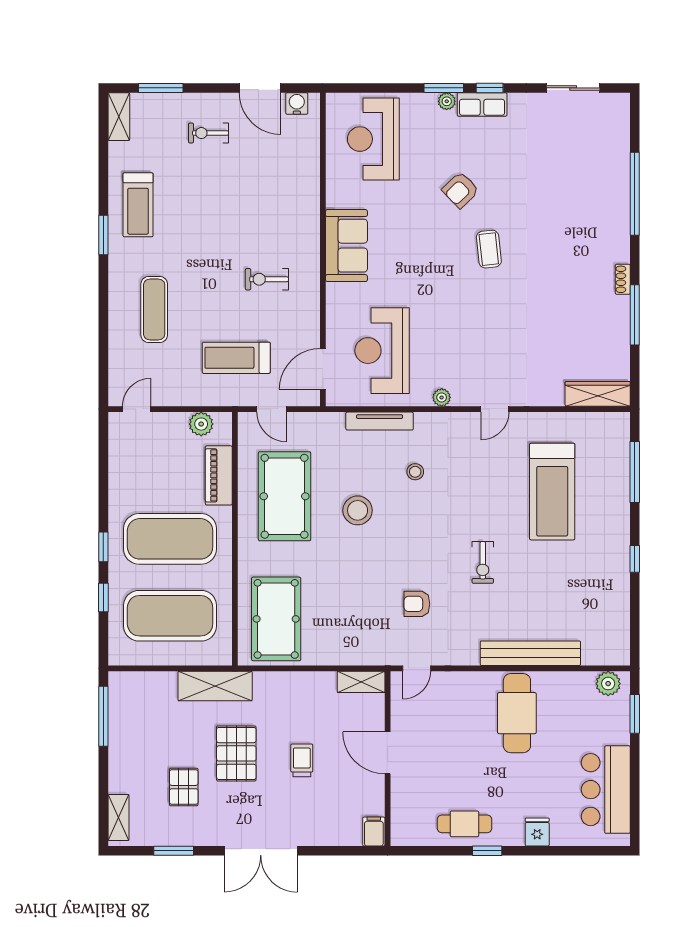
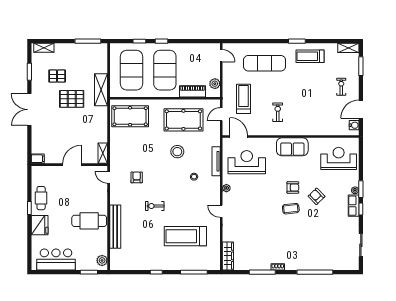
armchair: (440, 244) -> (293, 187), added
exercise mat: (154, 310) -> (265, 63), width x1.36, depth x1.45
trolley: (302, 760) -> (69, 127), removed
fridge: (537, 832) -> (40, 225), width x1.88, depth x1.34

